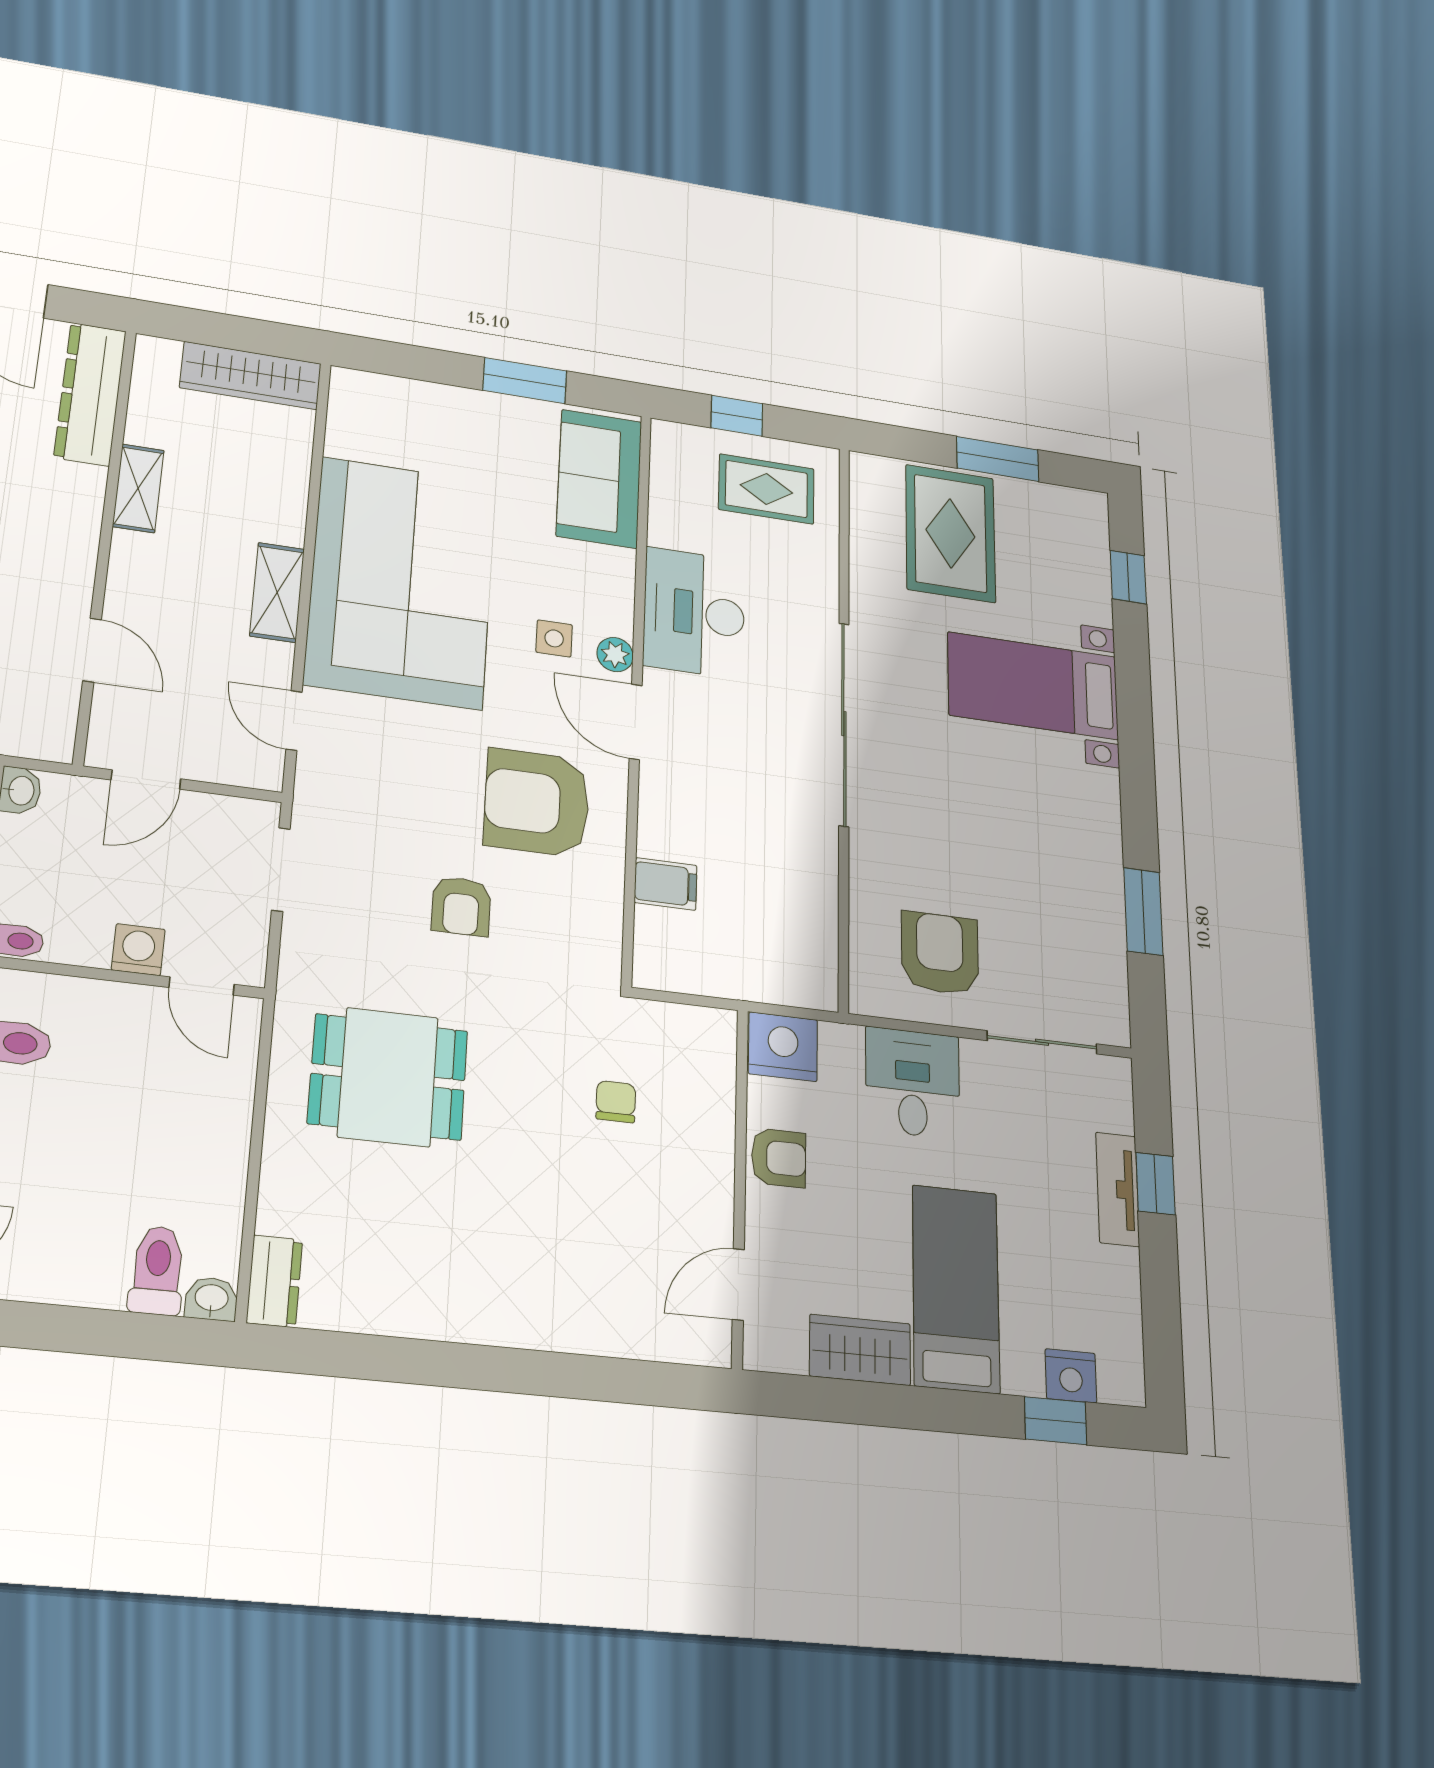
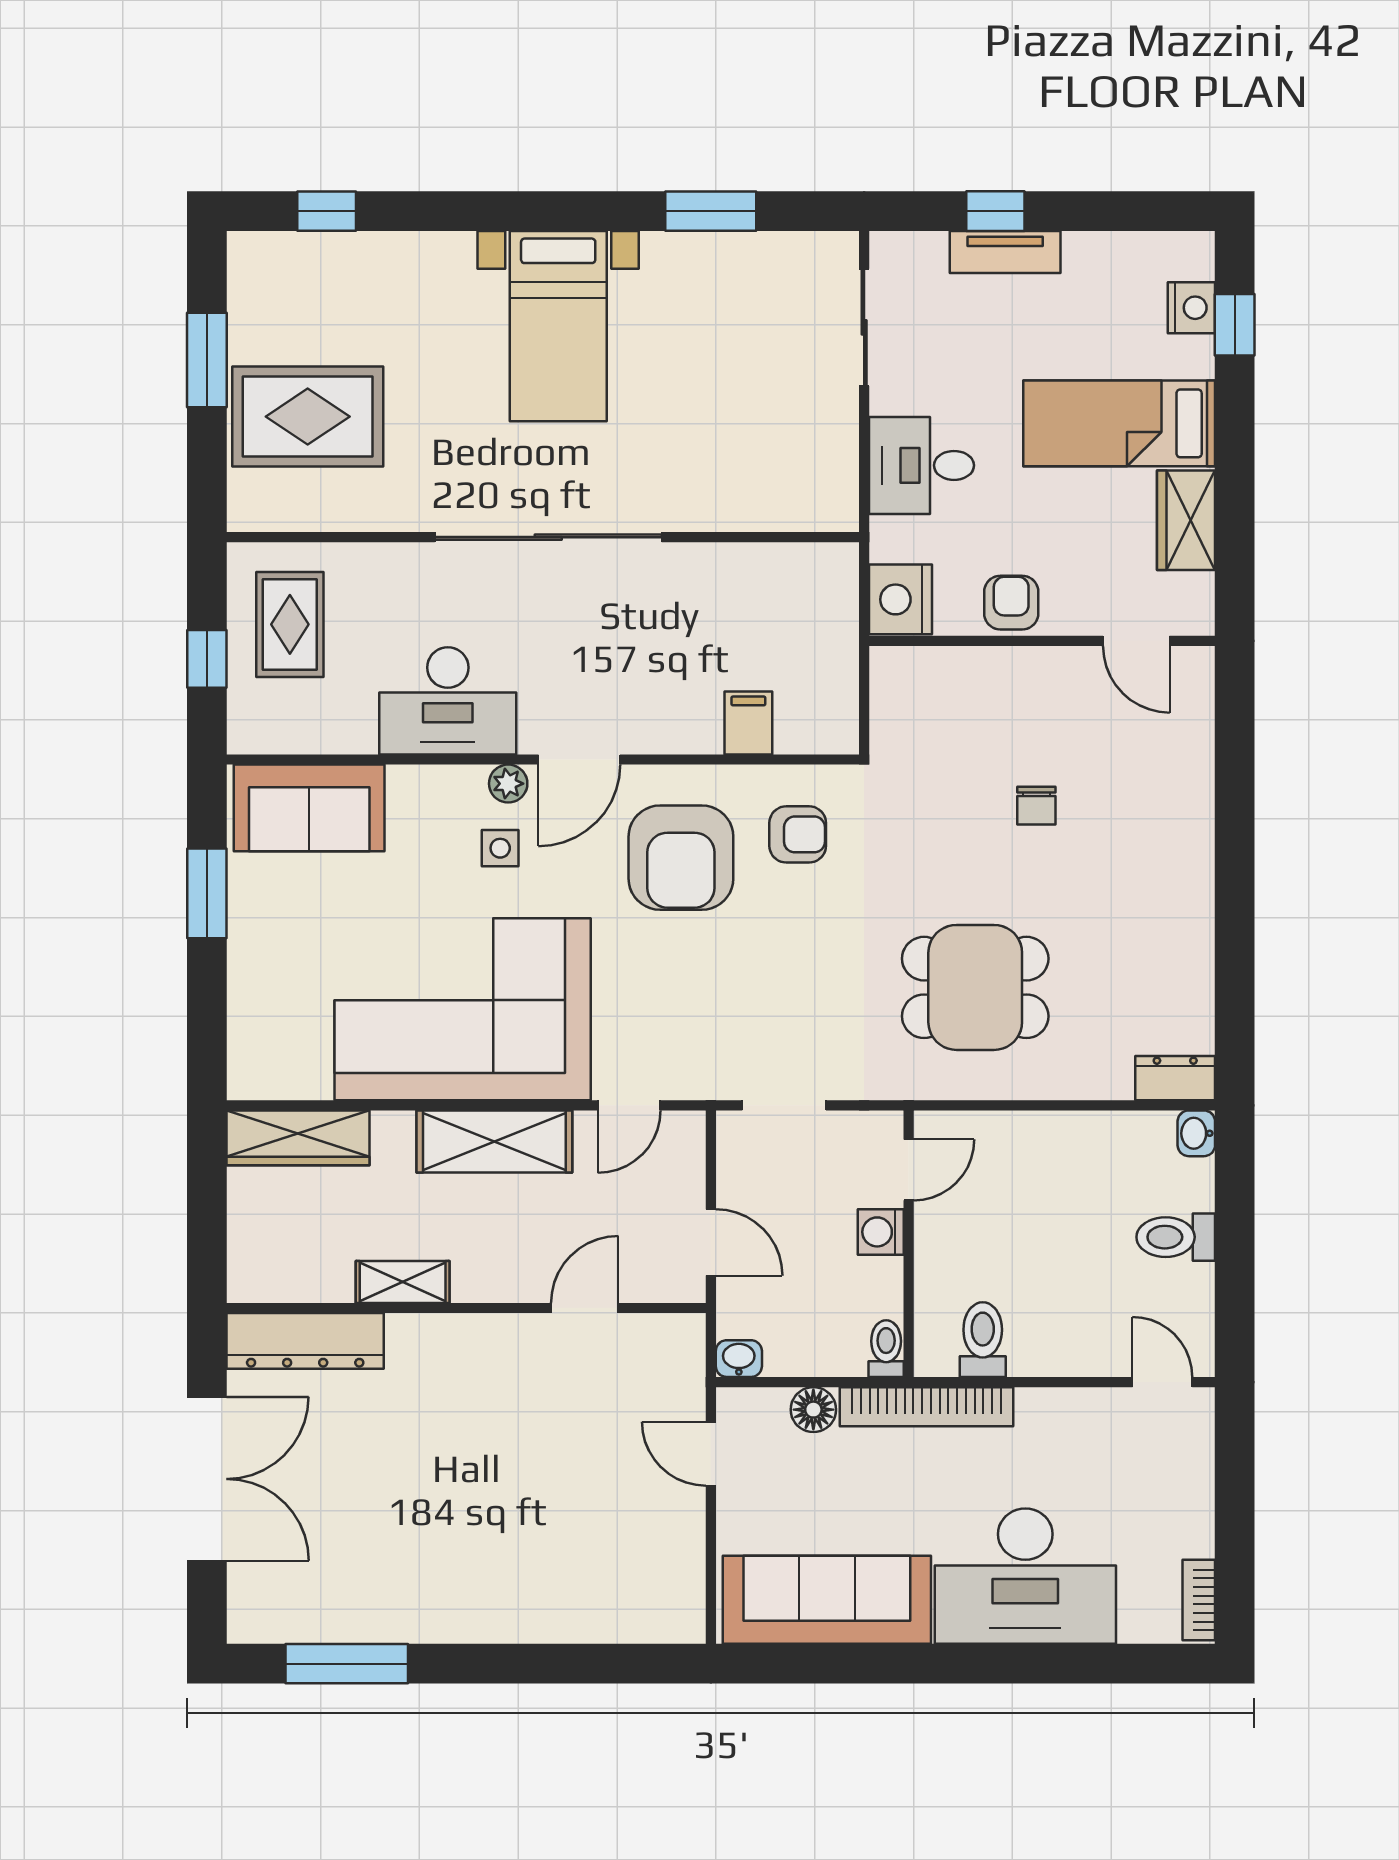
wardrobe: (251, 376) -> (298, 1138), moved, turned 90
shelving: (277, 592) -> (494, 1141), width x1.50, depth x1.33
bed with nightstands: (1033, 686) -> (558, 326), moved
armchair: (461, 906) -> (798, 834), moved
armchair: (940, 953) -> (784, 435), removed
dining table: (388, 1077) -> (975, 987), turned 90
chair: (616, 1102) -> (1036, 806), moved, turned -90
toilet: (157, 1270) -> (1176, 1237), moved

